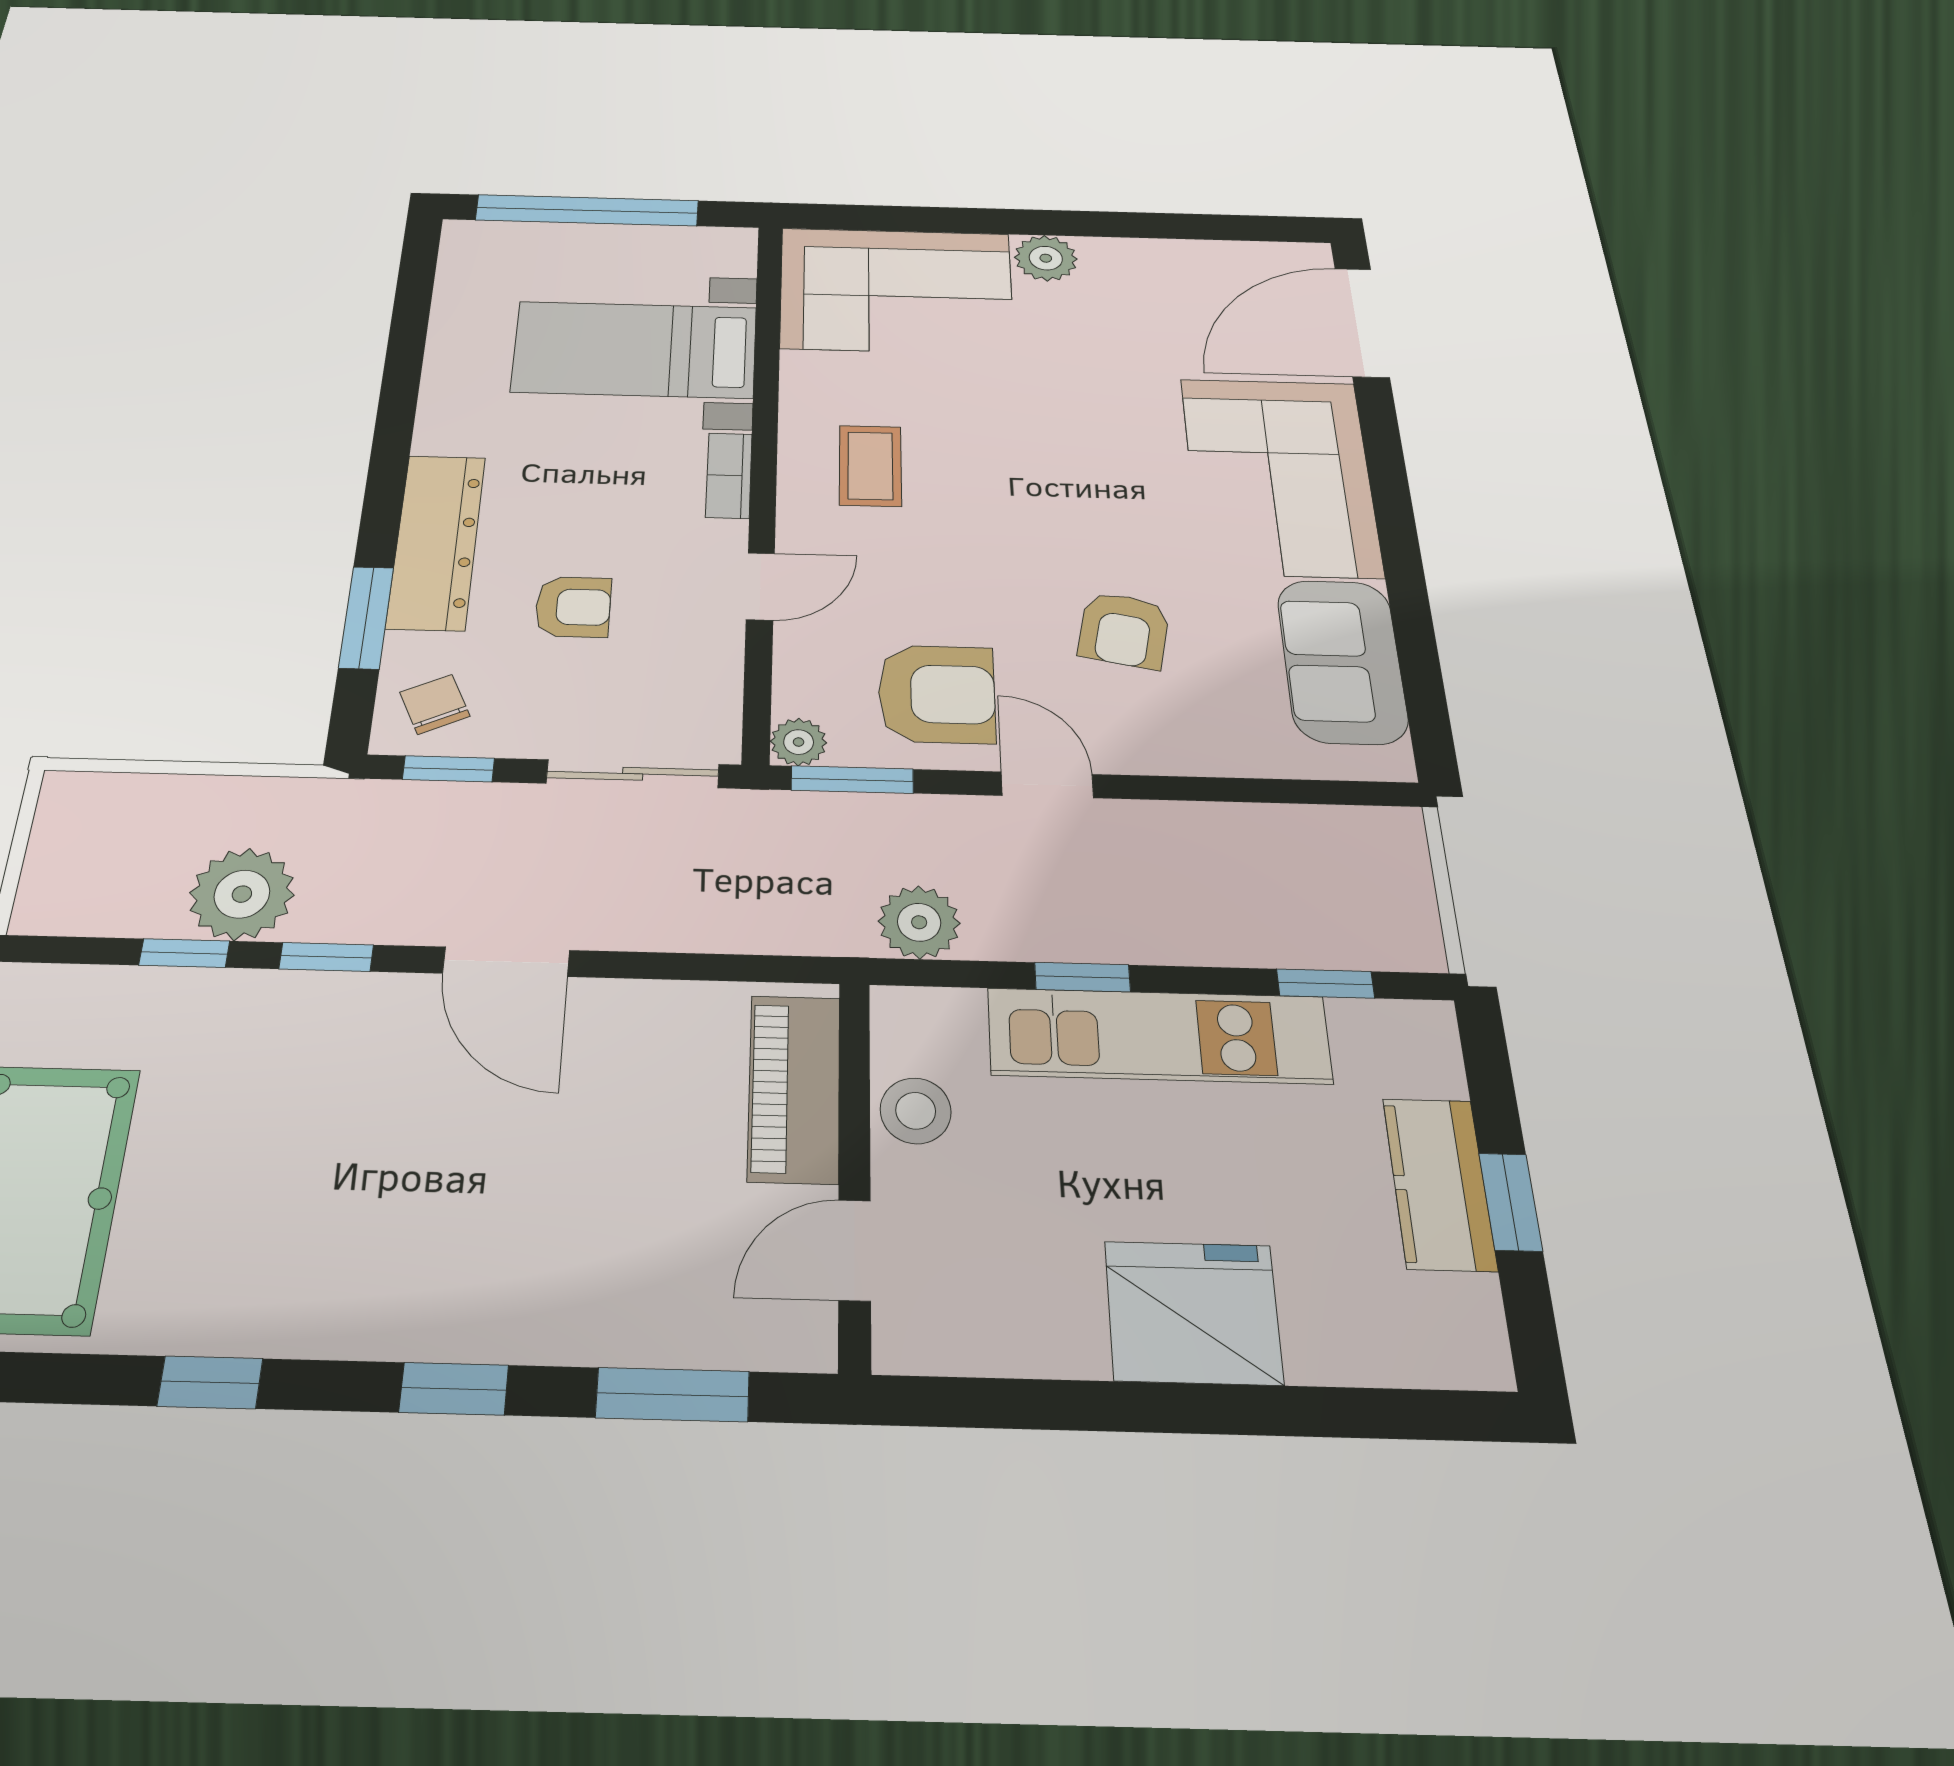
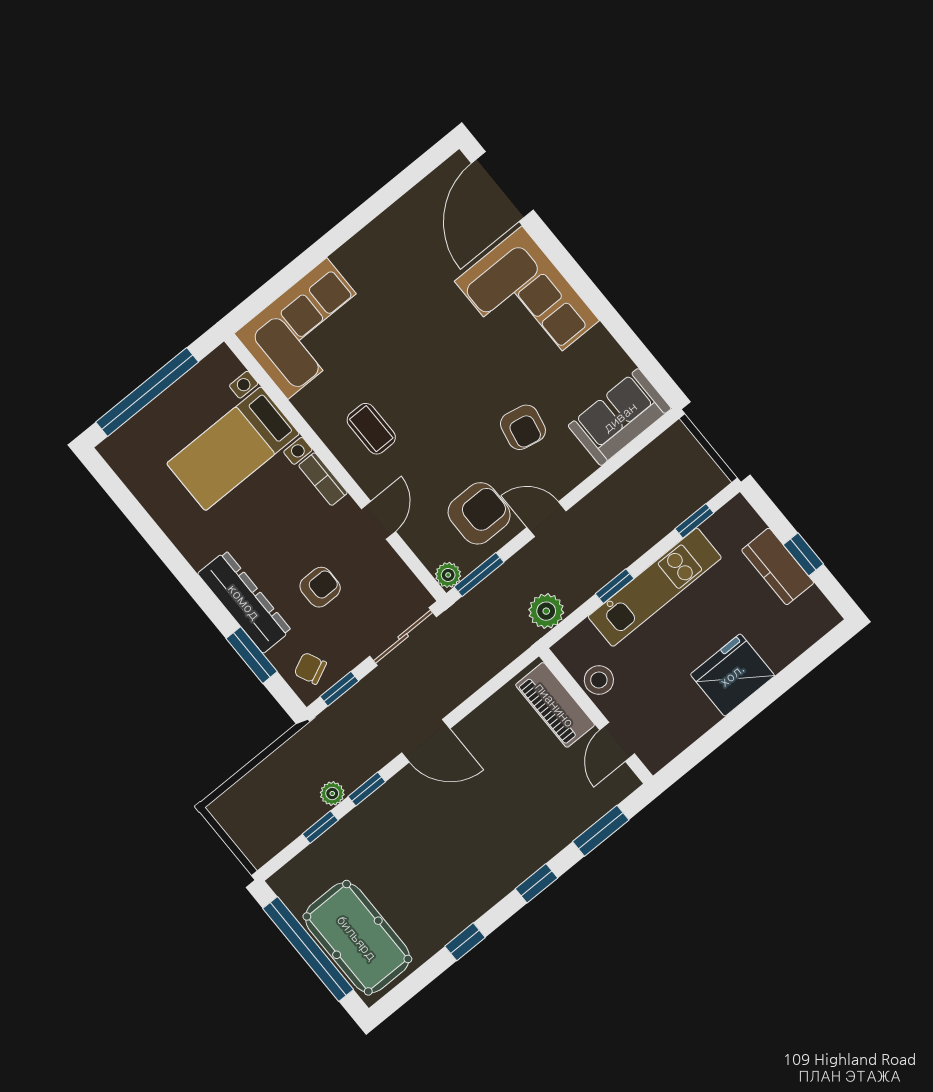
plant: (1046, 258) -> (352, 258), removed
sofa: (1342, 661) -> (620, 417), moved, turned 90
plant: (242, 894) -> (332, 794), width x0.53, depth x0.53

